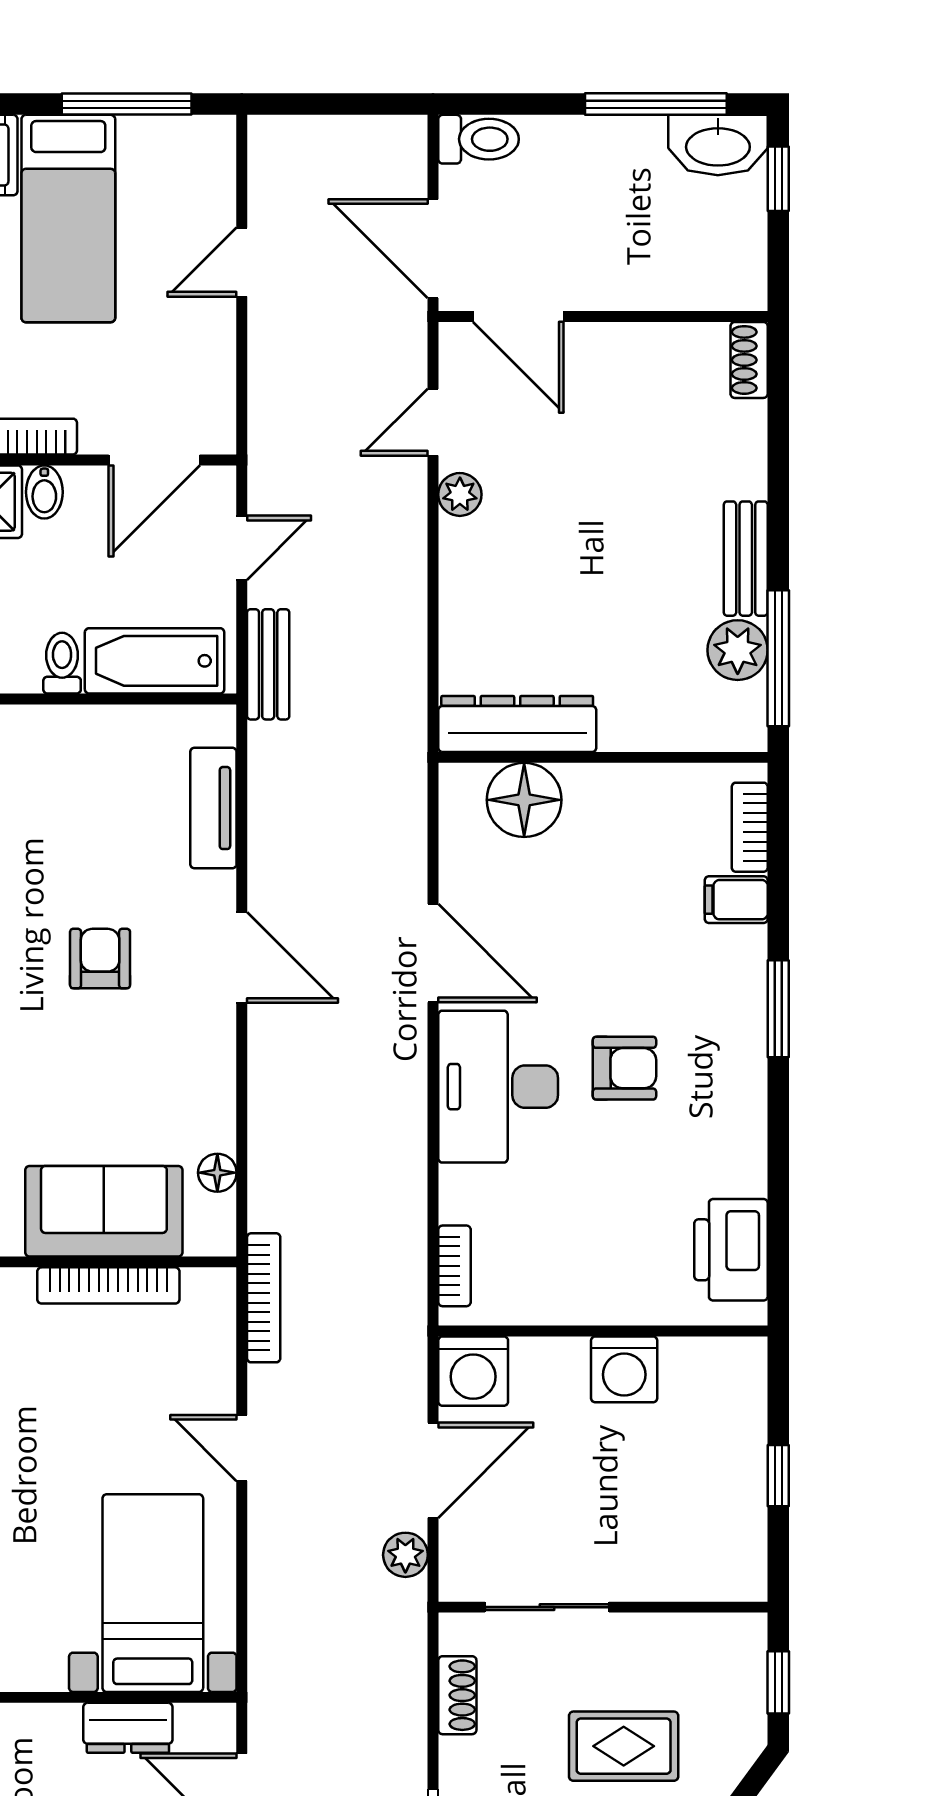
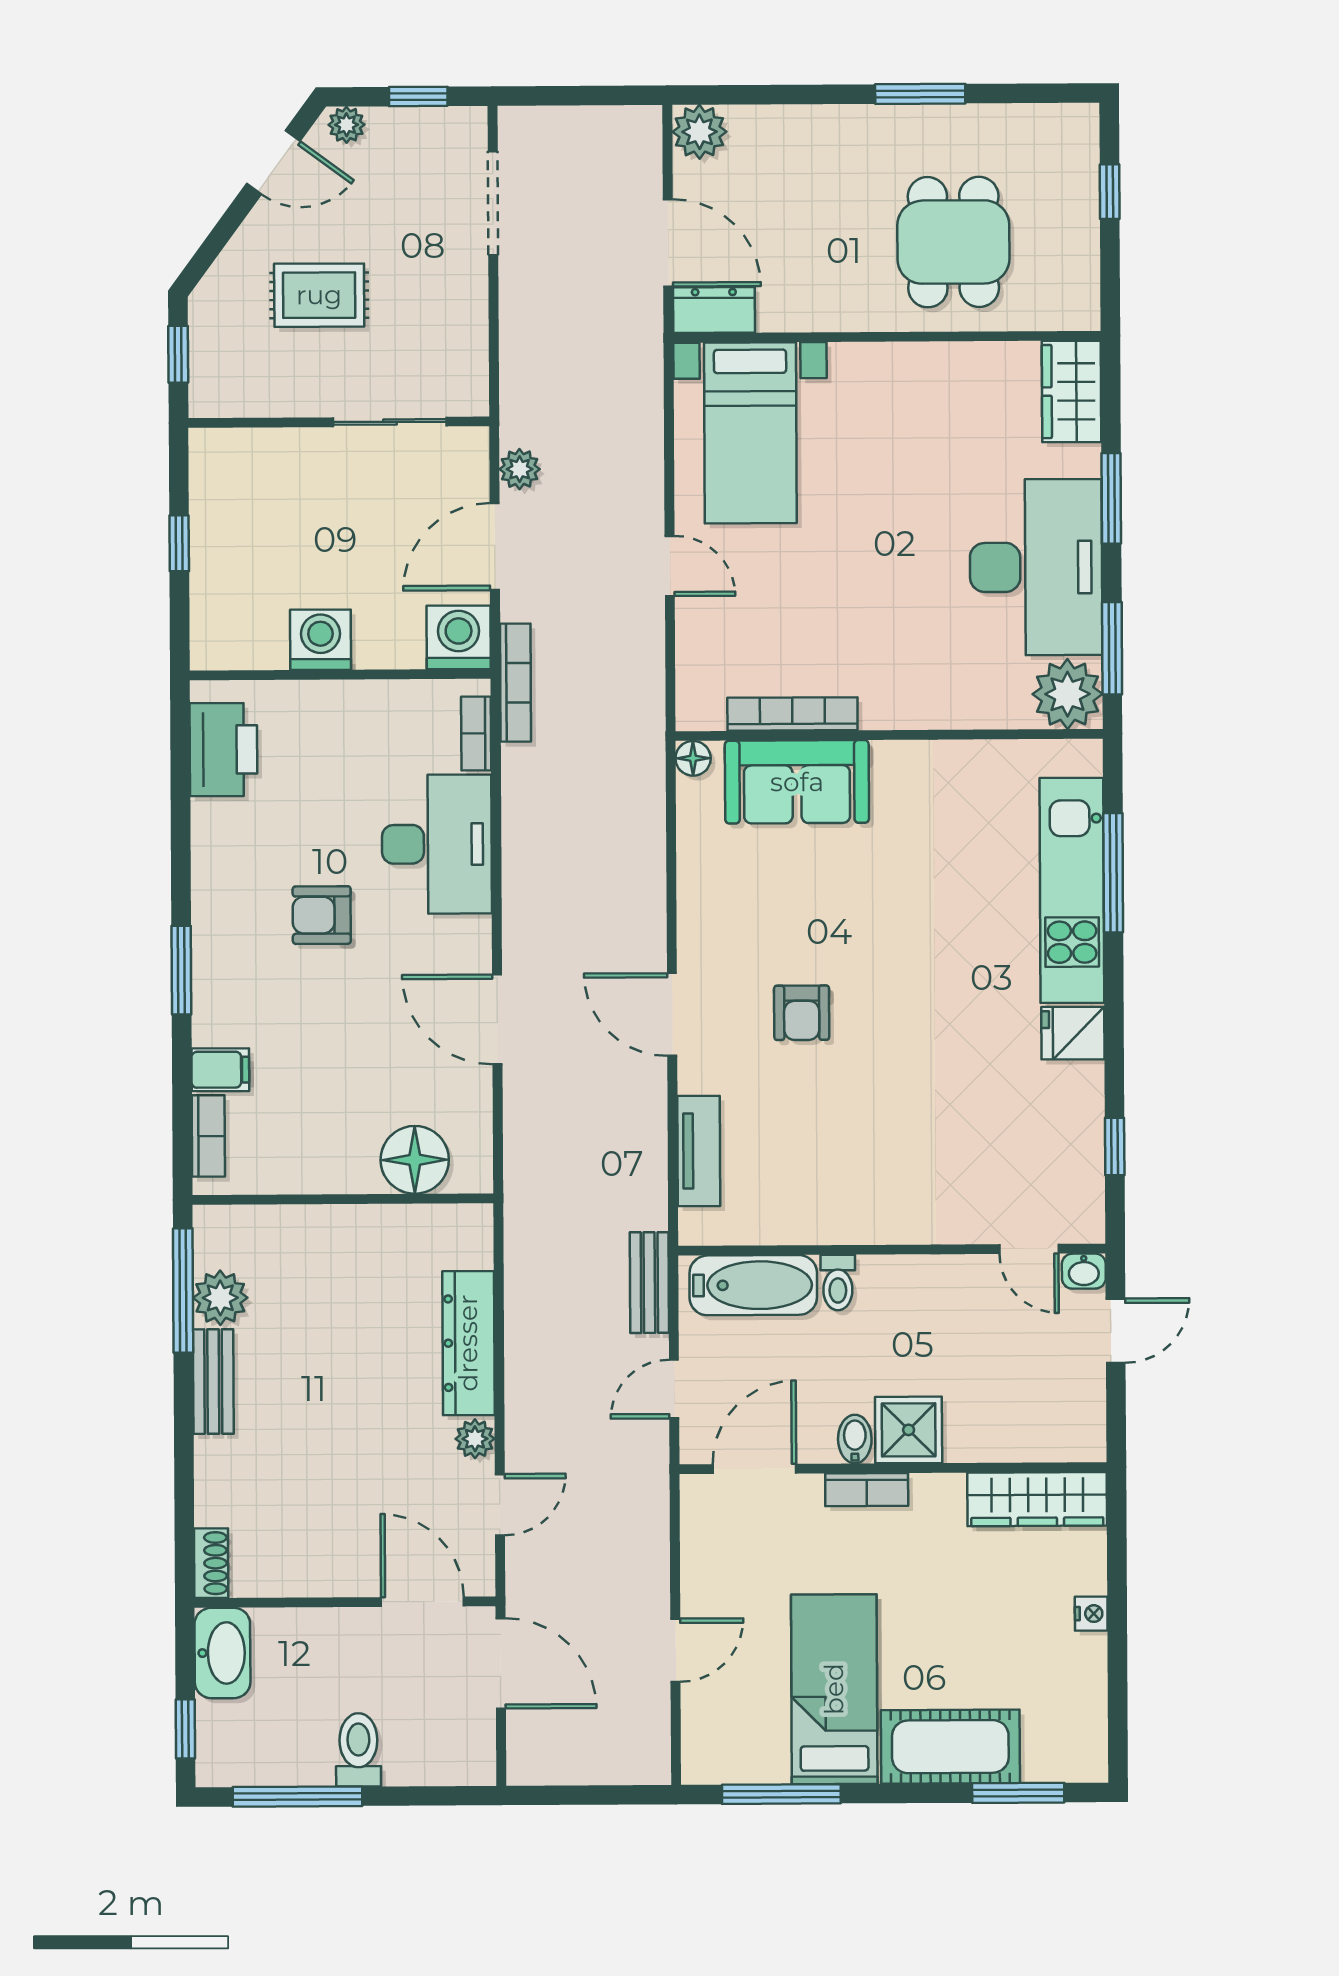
toilet: (479, 139) -> (358, 1750), moved, turned 90
washbasin: (718, 145) -> (222, 1653), moved, turned 90
dresser: (517, 724) -> (468, 1343), moved, turned 90
desk: (498, 1087) -> (437, 844), moved
floor lamp: (217, 1173) -> (693, 758), moved
bookcase: (264, 1298) -> (516, 683), moved, turned 180
shoe rack: (457, 1695) -> (472, 341), removed
dresser: (128, 1728) -> (714, 310), moved

